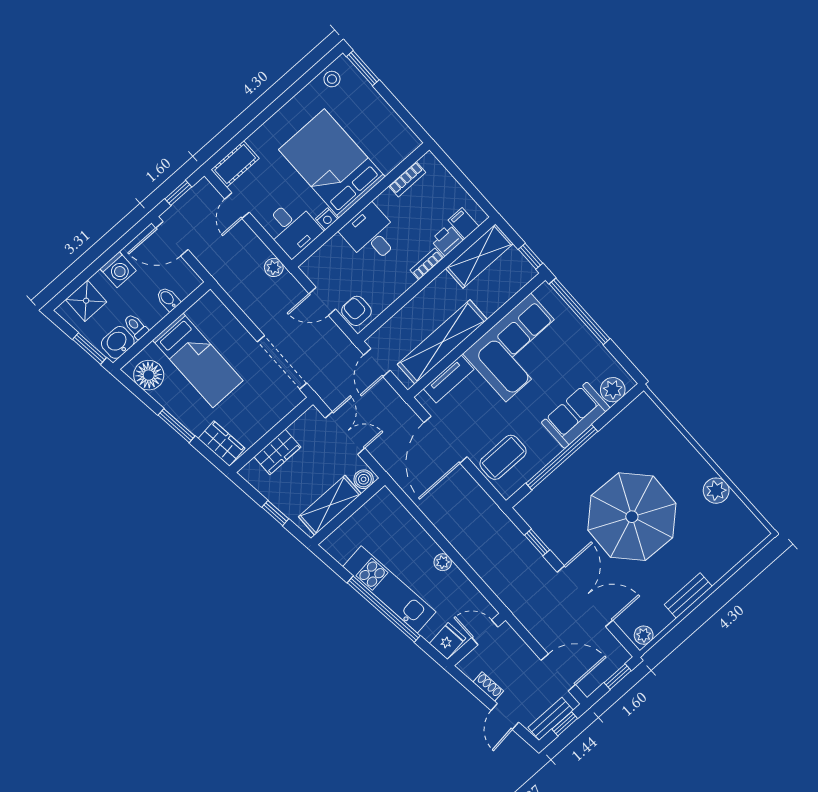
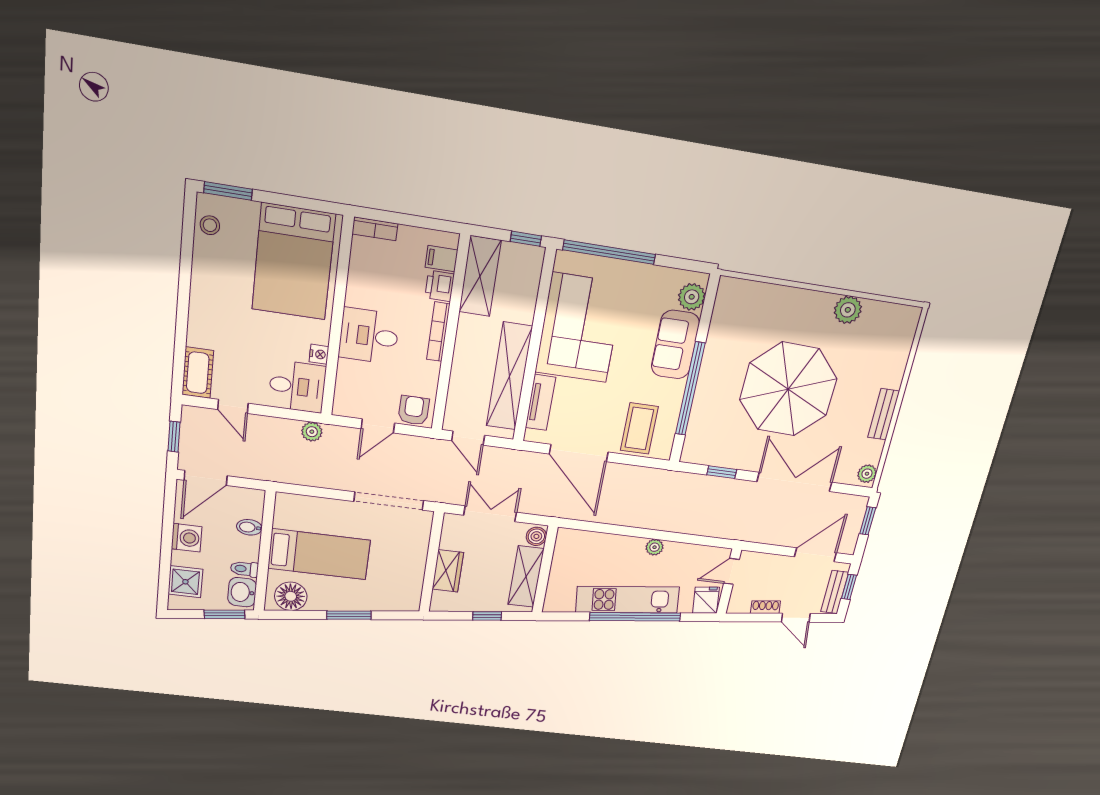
bed: (332, 163) -> (294, 262), moved, turned -90
bookcase: (407, 179) -> (375, 229), moved, turned 90
bookcase: (427, 264) -> (438, 332), width x1.56
armchair: (356, 311) -> (414, 410), turned 90
wardrobe: (222, 443) -> (397, 600), removed

